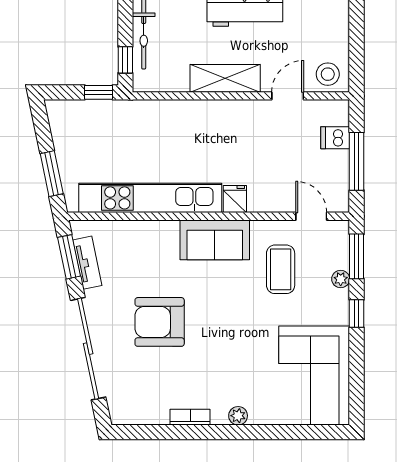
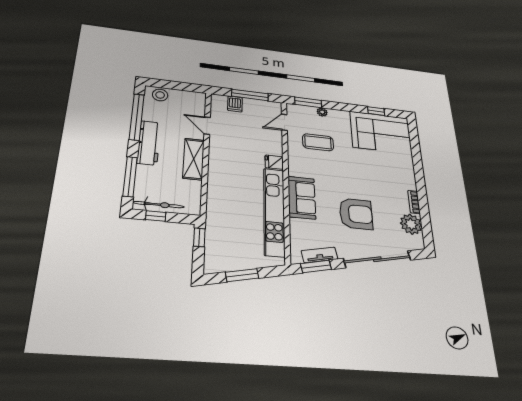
window: (125, 60) -> (156, 216), moved
stool: (328, 74) -> (160, 95), moved
window: (52, 174) -> (242, 275), moved
sofa: (215, 240) -> (302, 198), moved
window: (357, 314) -> (376, 111), moved
armchair: (160, 322) -> (356, 214), turned -90
plant: (238, 416) -> (411, 224), moved, width x1.88, depth x1.88

